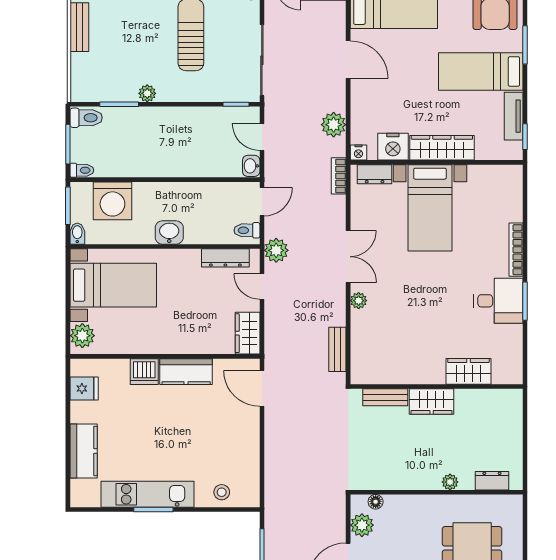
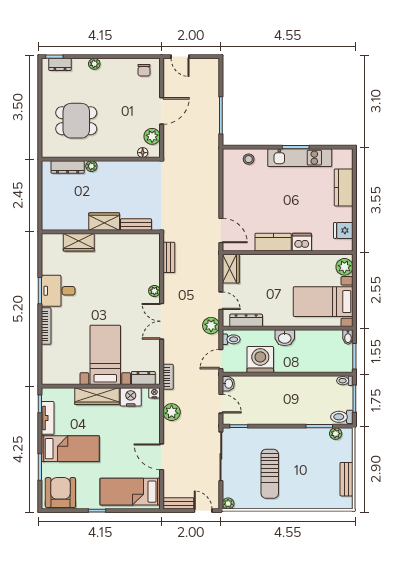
plant: (147, 93) -> (336, 434), moved
washing machine: (112, 201) -> (260, 360), moved
dresser: (492, 481) -> (68, 167), width x1.44

